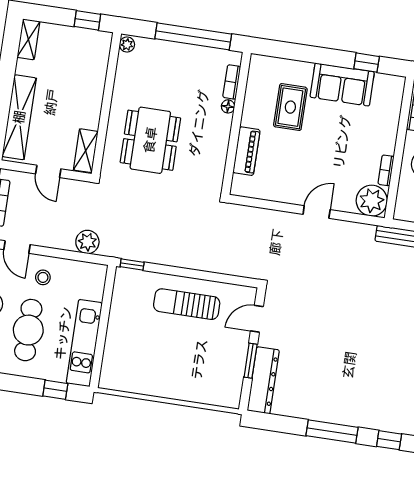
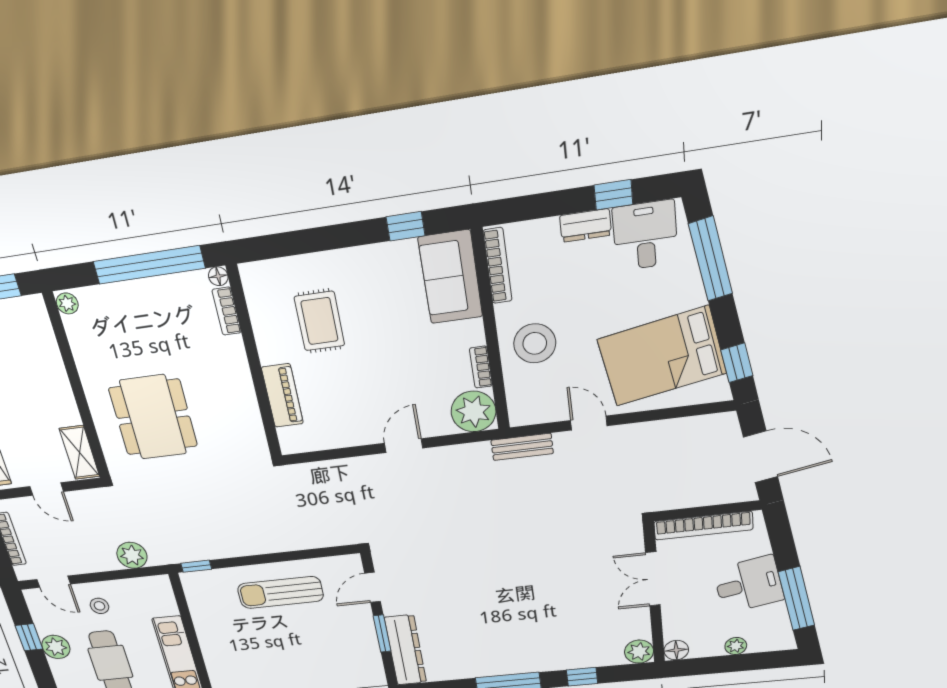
sofa: (342, 85) -> (450, 277), moved, turned 90
floor lamp: (228, 106) -> (218, 276), moved

